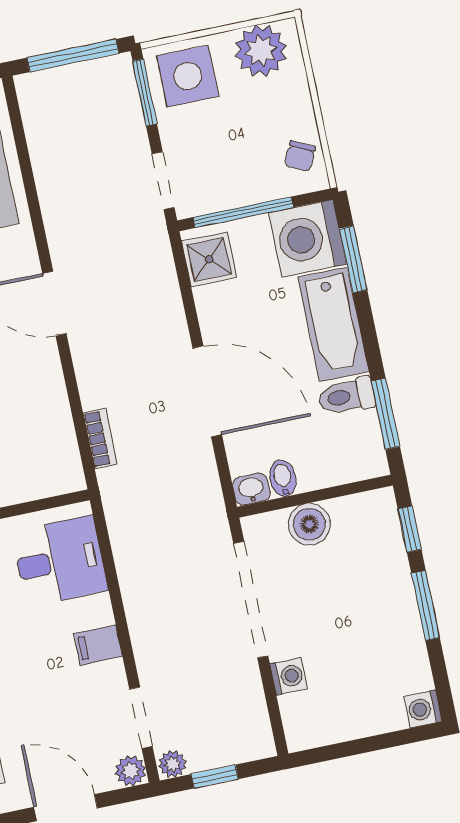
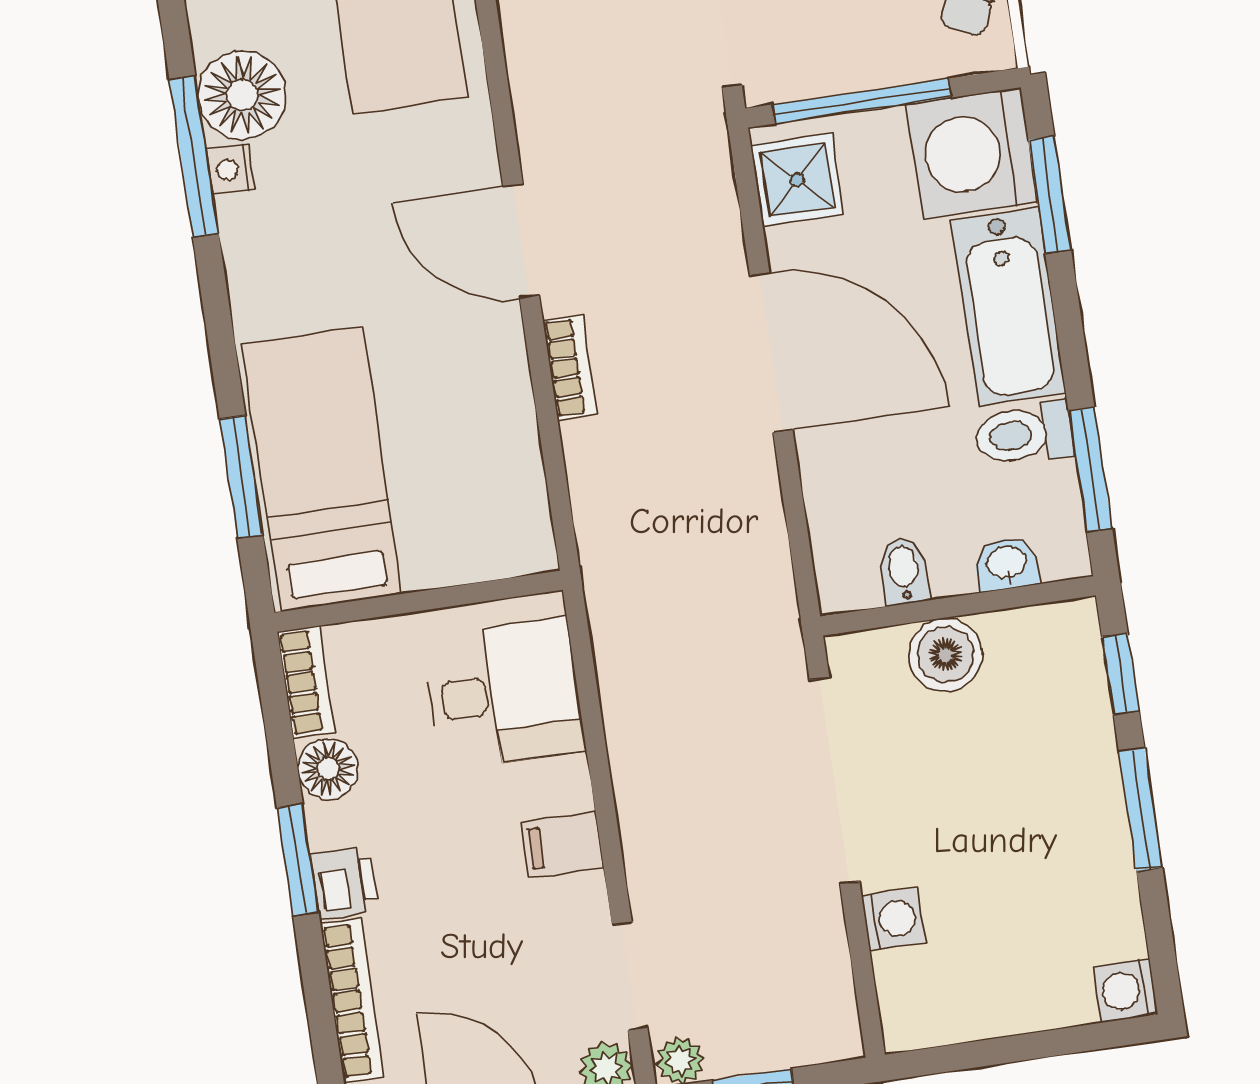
door: (207, 391) -> (771, 353), moved
bookcase: (100, 438) -> (570, 367), moved
washbasin: (251, 489) -> (1007, 564), moved

